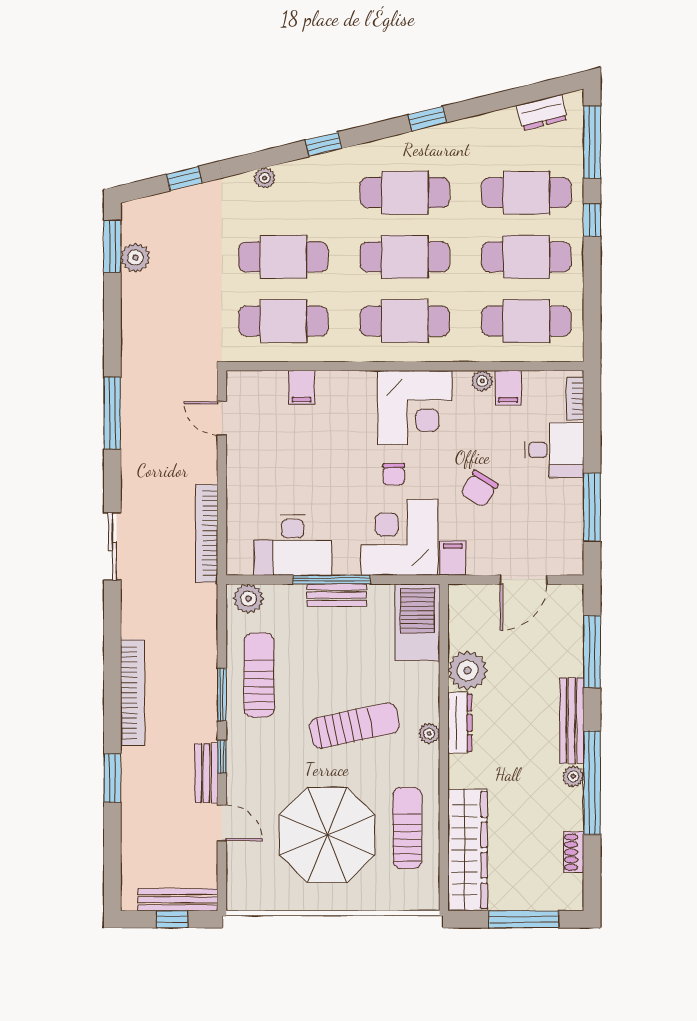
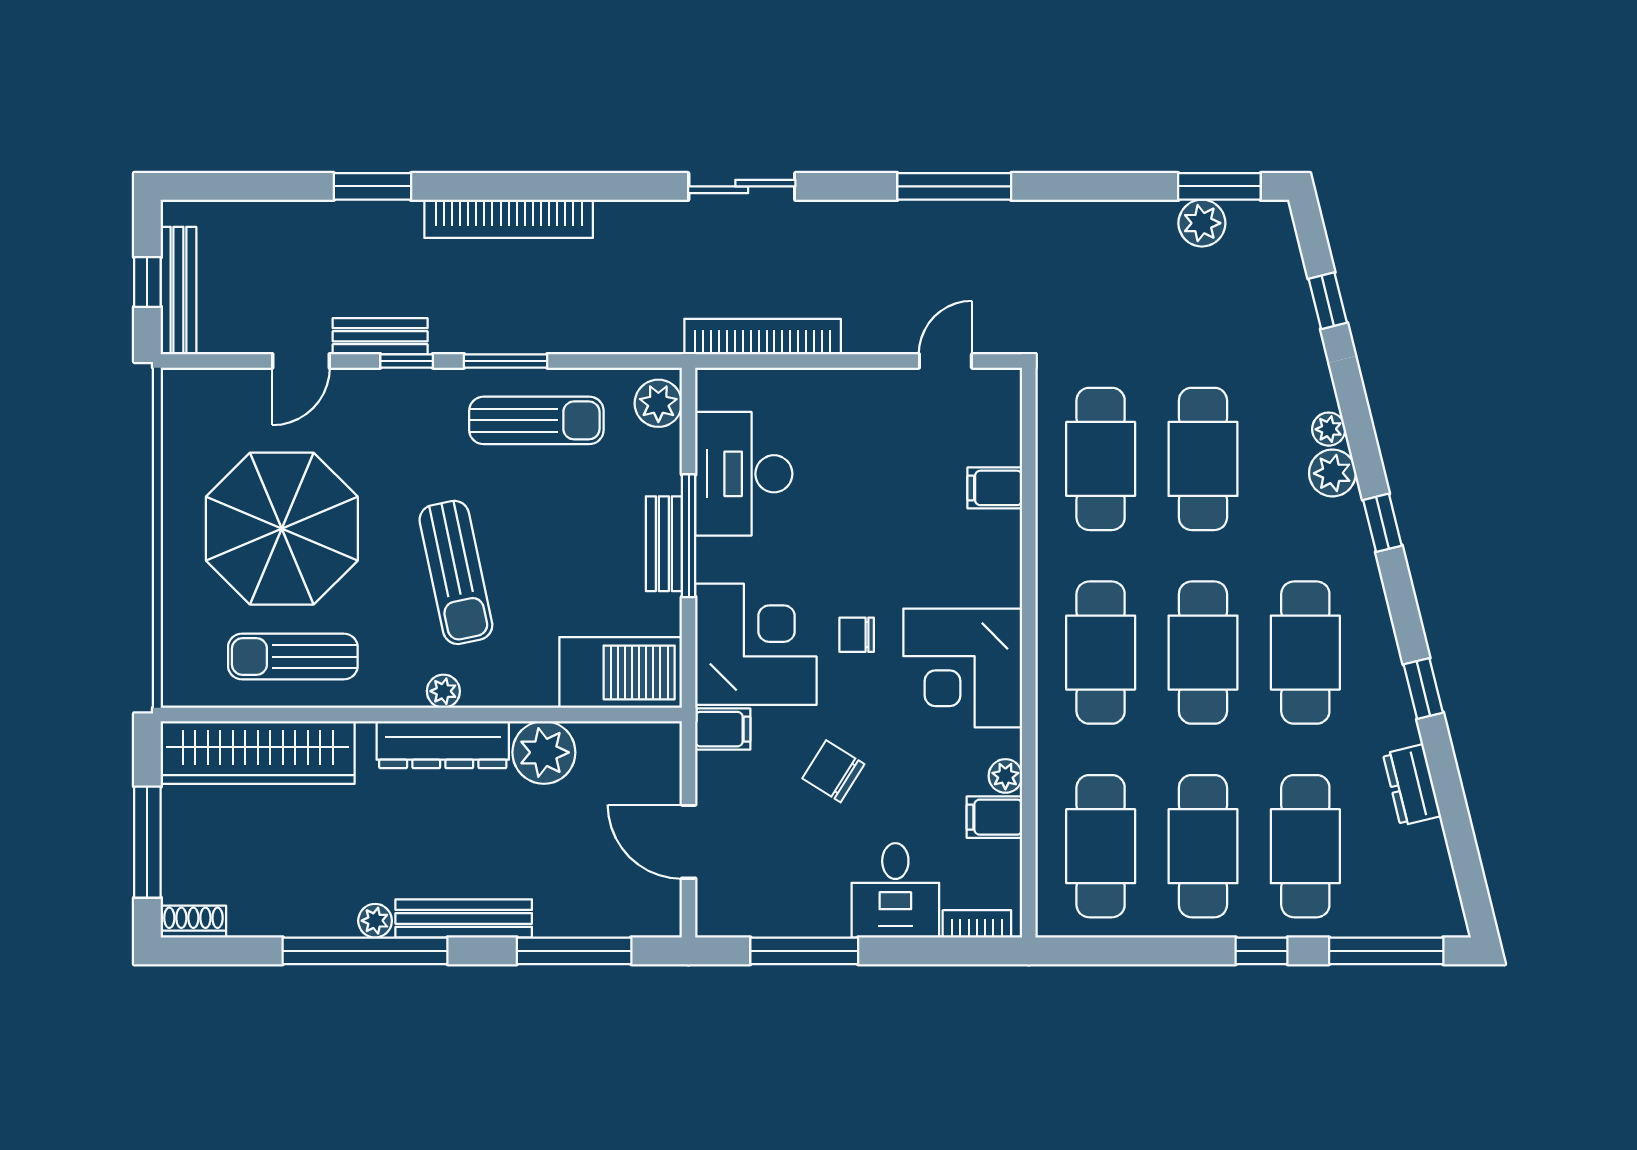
dresser: (542, 112) -> (1412, 785), moved
plant: (292, 176) -> (1332, 473), added
dresser: (460, 723) -> (443, 745), width x1.37, depth x1.24
sun lounger: (407, 828) -> (293, 657), turned 180
shoe rack: (574, 852) -> (193, 922), moved

